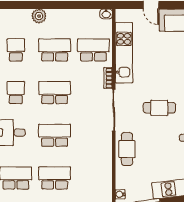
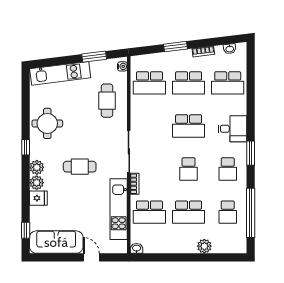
school desk: (55, 93) -> (189, 169), width x0.54
cafe table: (159, 108) -> (80, 167), moved
cafe table: (127, 149) -> (107, 101), moved
school desk: (93, 178) -> (149, 83), added

